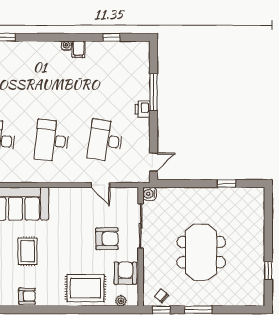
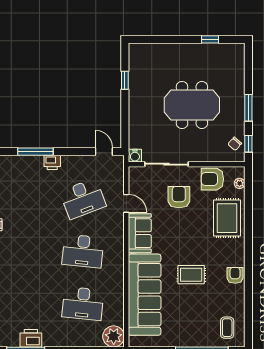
desk: (105, 141) -> (83, 199), turned -30
door: (100, 185) -> (126, 203), hinge flipped
sofa: (70, 199) -> (140, 233), added

